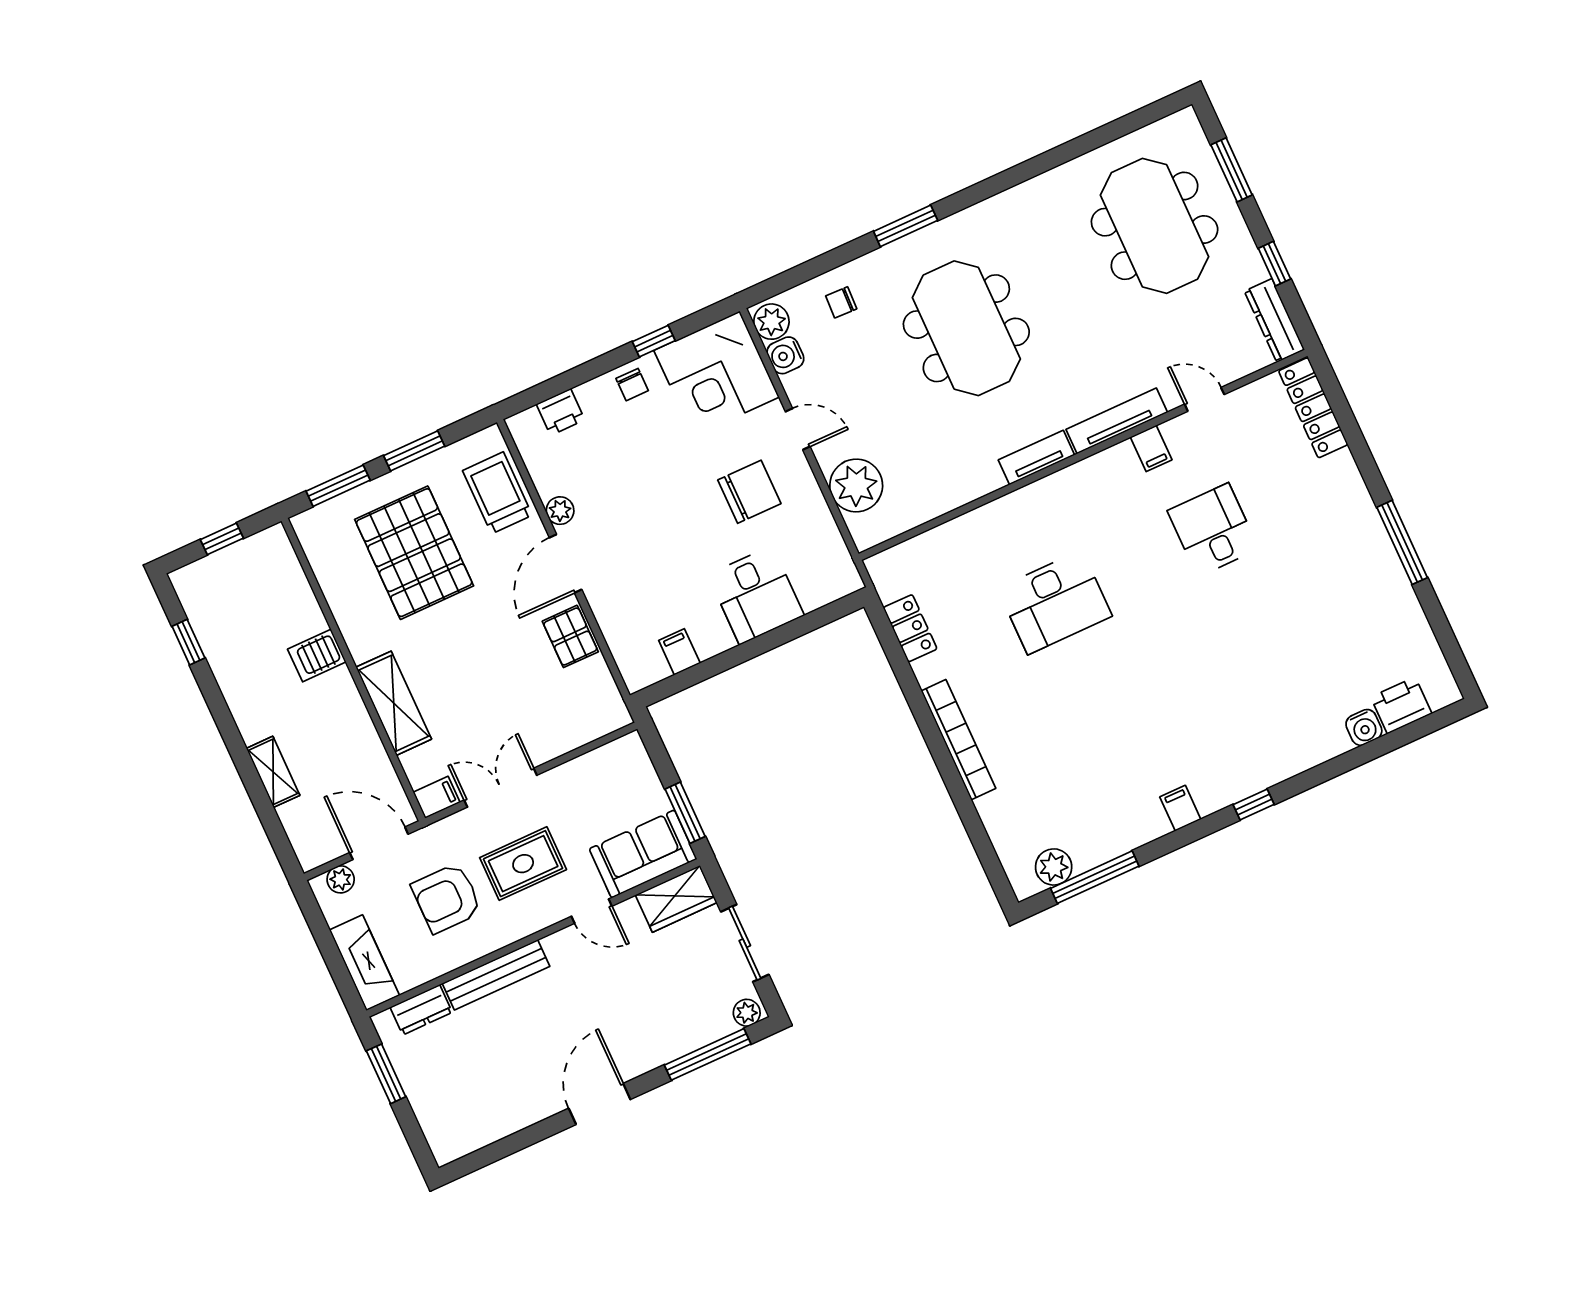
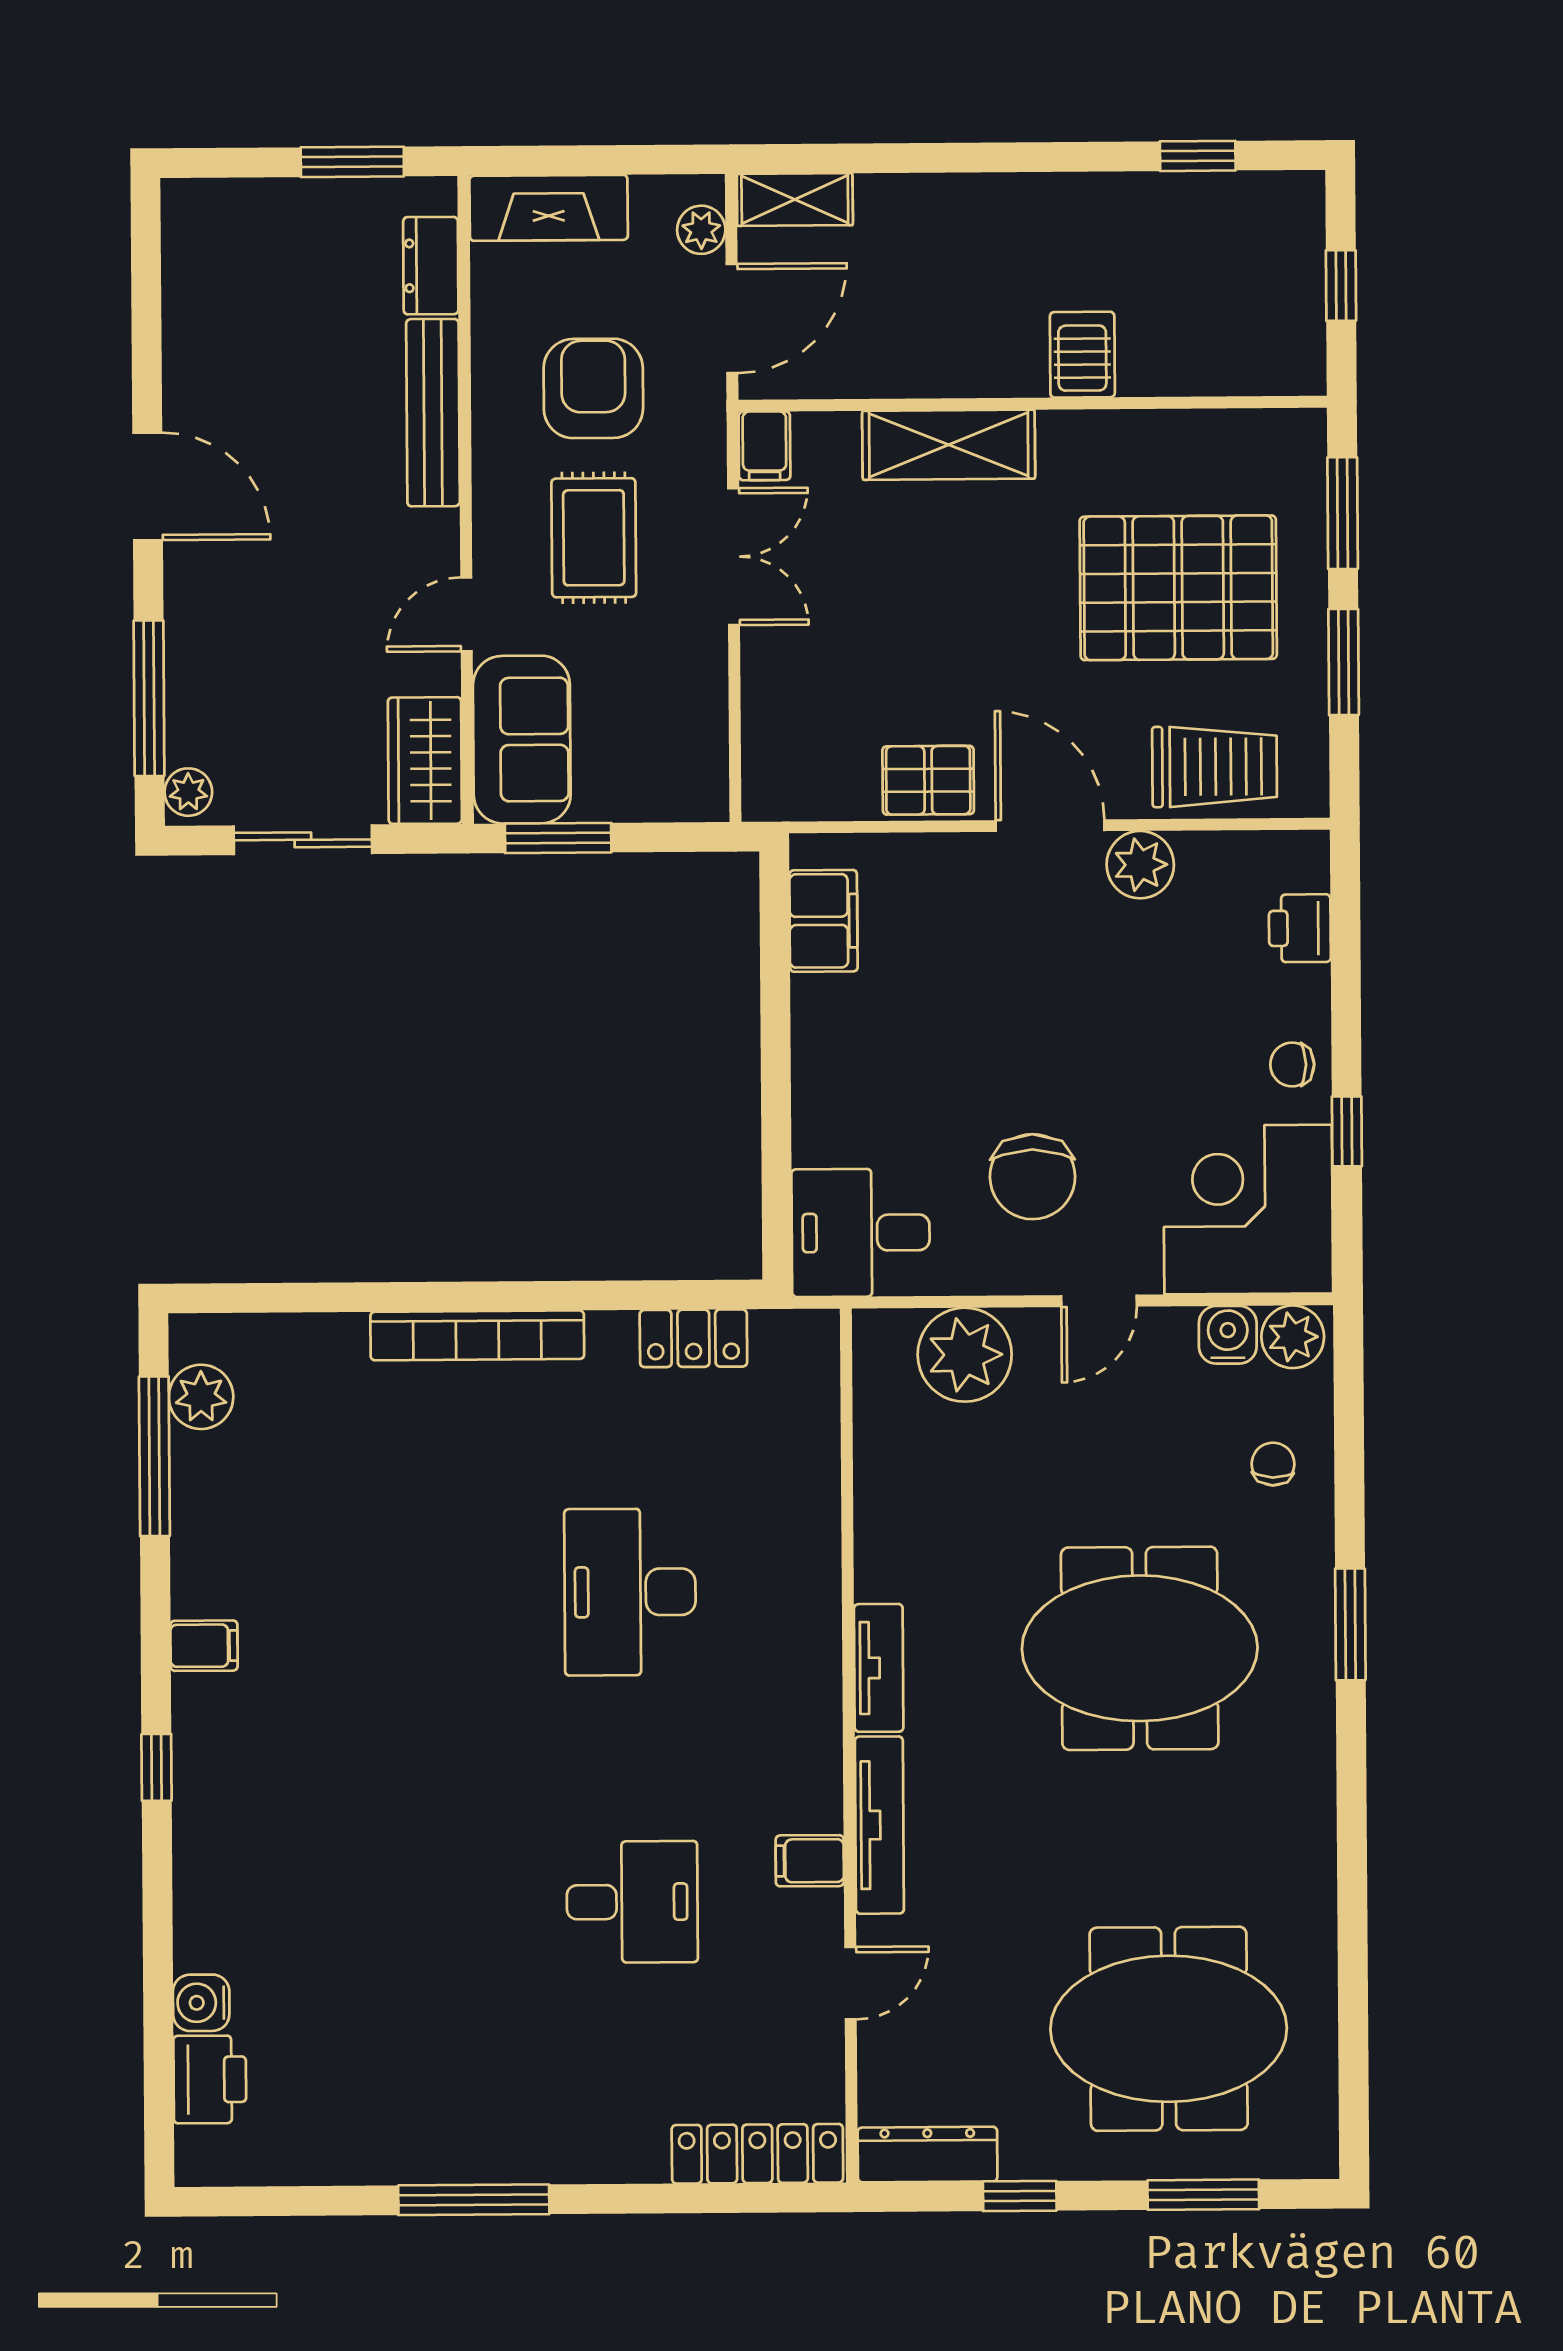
plant: (560, 511) -> (1140, 865), width x1.38, depth x1.38
desk: (756, 595) -> (861, 1233), moved
filing cabinet: (679, 652) -> (823, 921), width x2.00
shelving: (273, 772) -> (795, 200), moved

